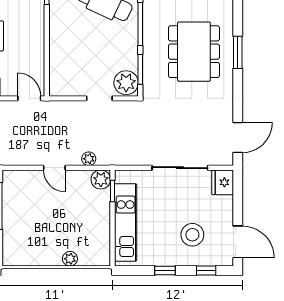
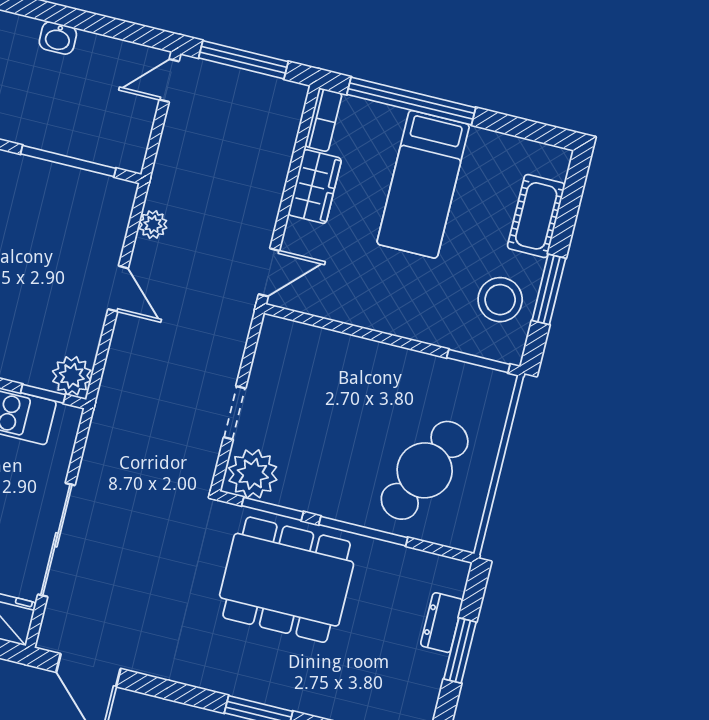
dining table: (194, 52) -> (287, 580), moved
plant: (89, 159) -> (153, 225), moved
door: (54, 168) -> (118, 289), swing flipped

